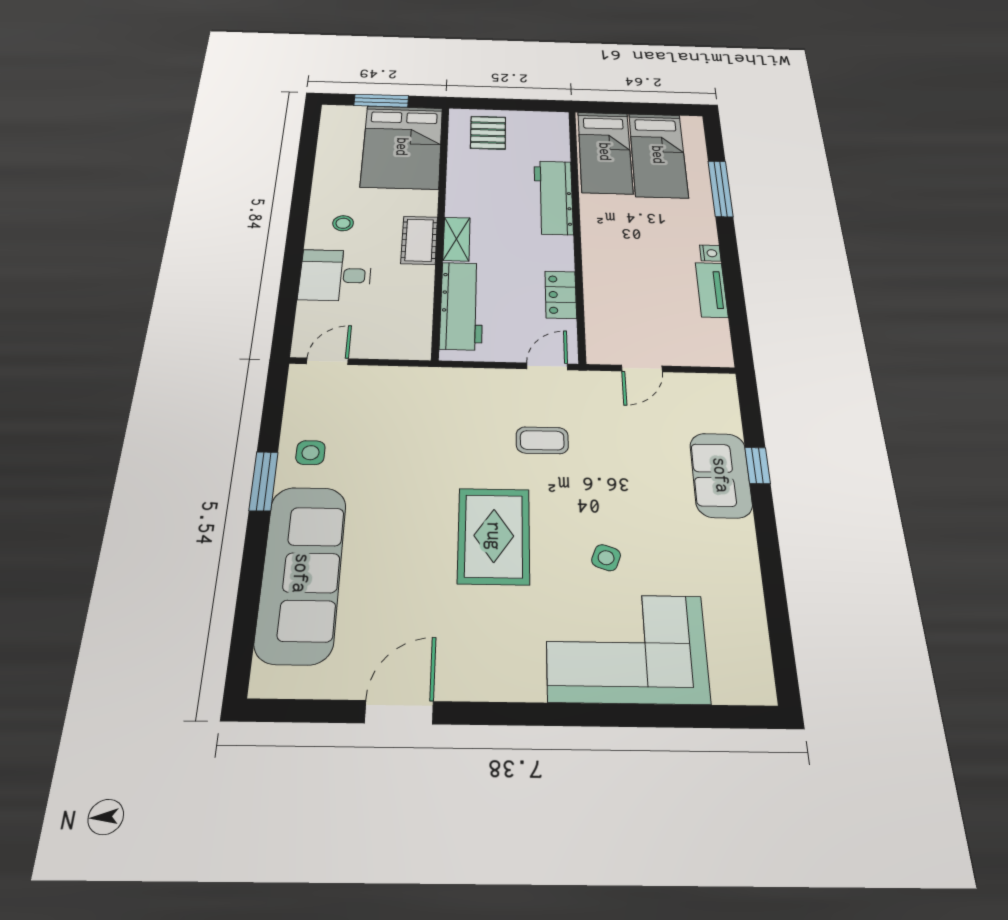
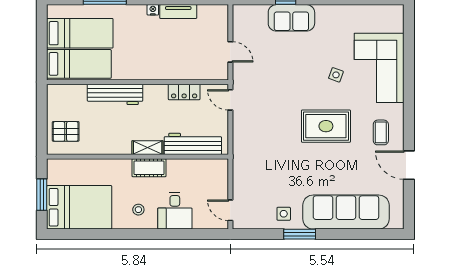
bed: (402, 147) -> (79, 207), moved
coffee table: (542, 440) -> (381, 132), moved

